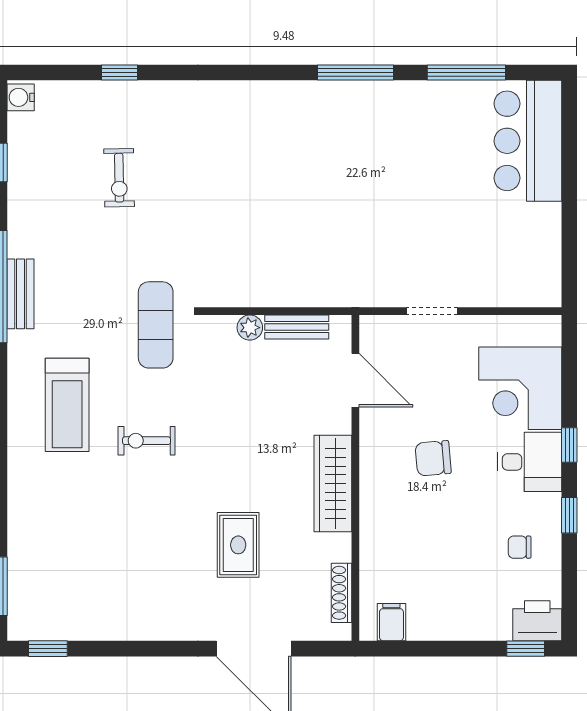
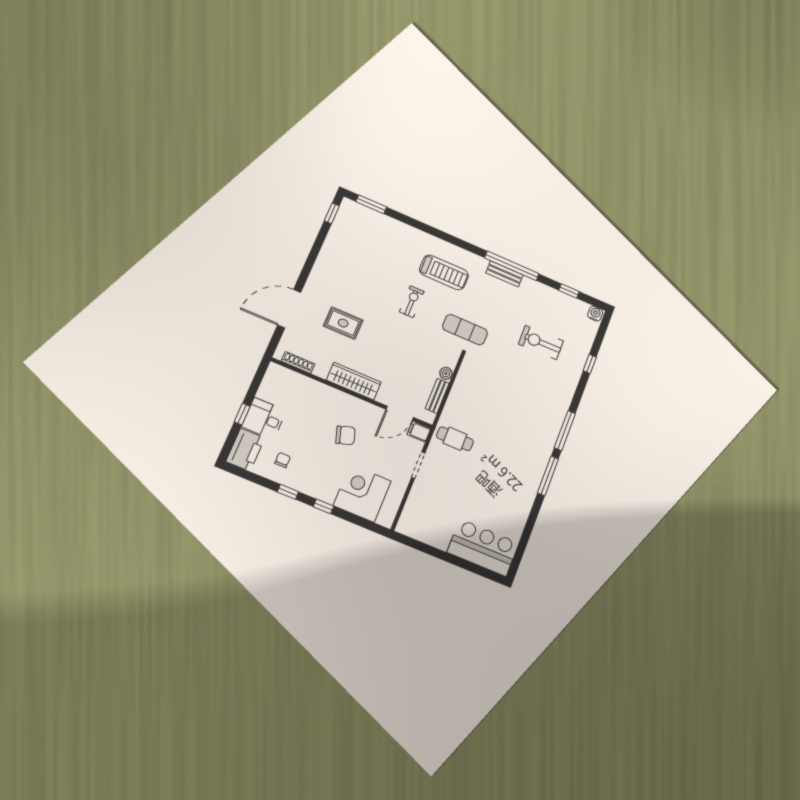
window: (466, 73) -> (565, 431), moved
exercise bike: (119, 178) -> (541, 343), width x1.38, depth x1.39
cafe table: (359, 265) -> (455, 439), added
treadmill: (67, 405) -> (444, 272), turned 180
chair: (433, 458) -> (345, 435), turned 77
desk: (529, 462) -> (264, 419), moved, turned 90
printer: (537, 621) -> (245, 450), width x1.37, depth x1.19
filing cabinet: (391, 622) -> (419, 432), moved, turned 180
window: (526, 649) -> (242, 414), moved

